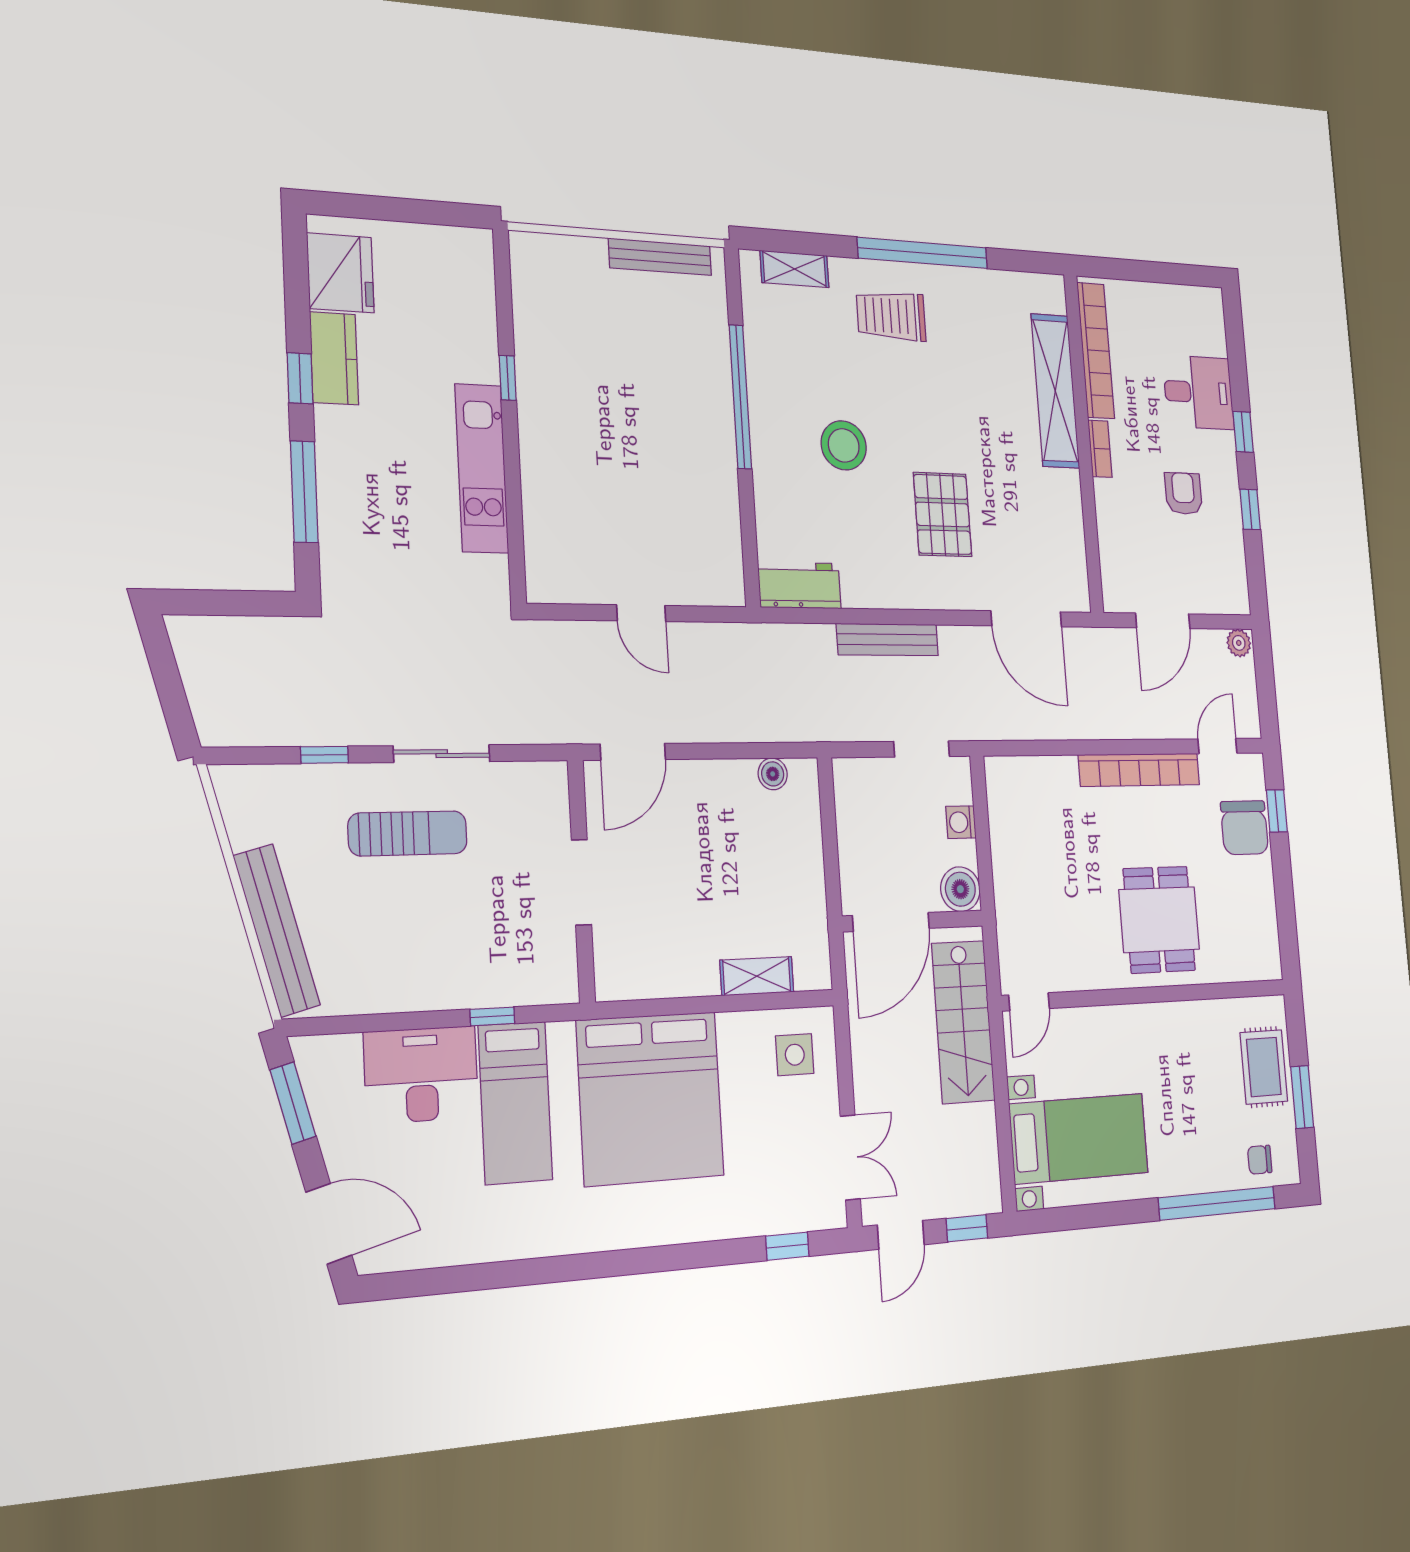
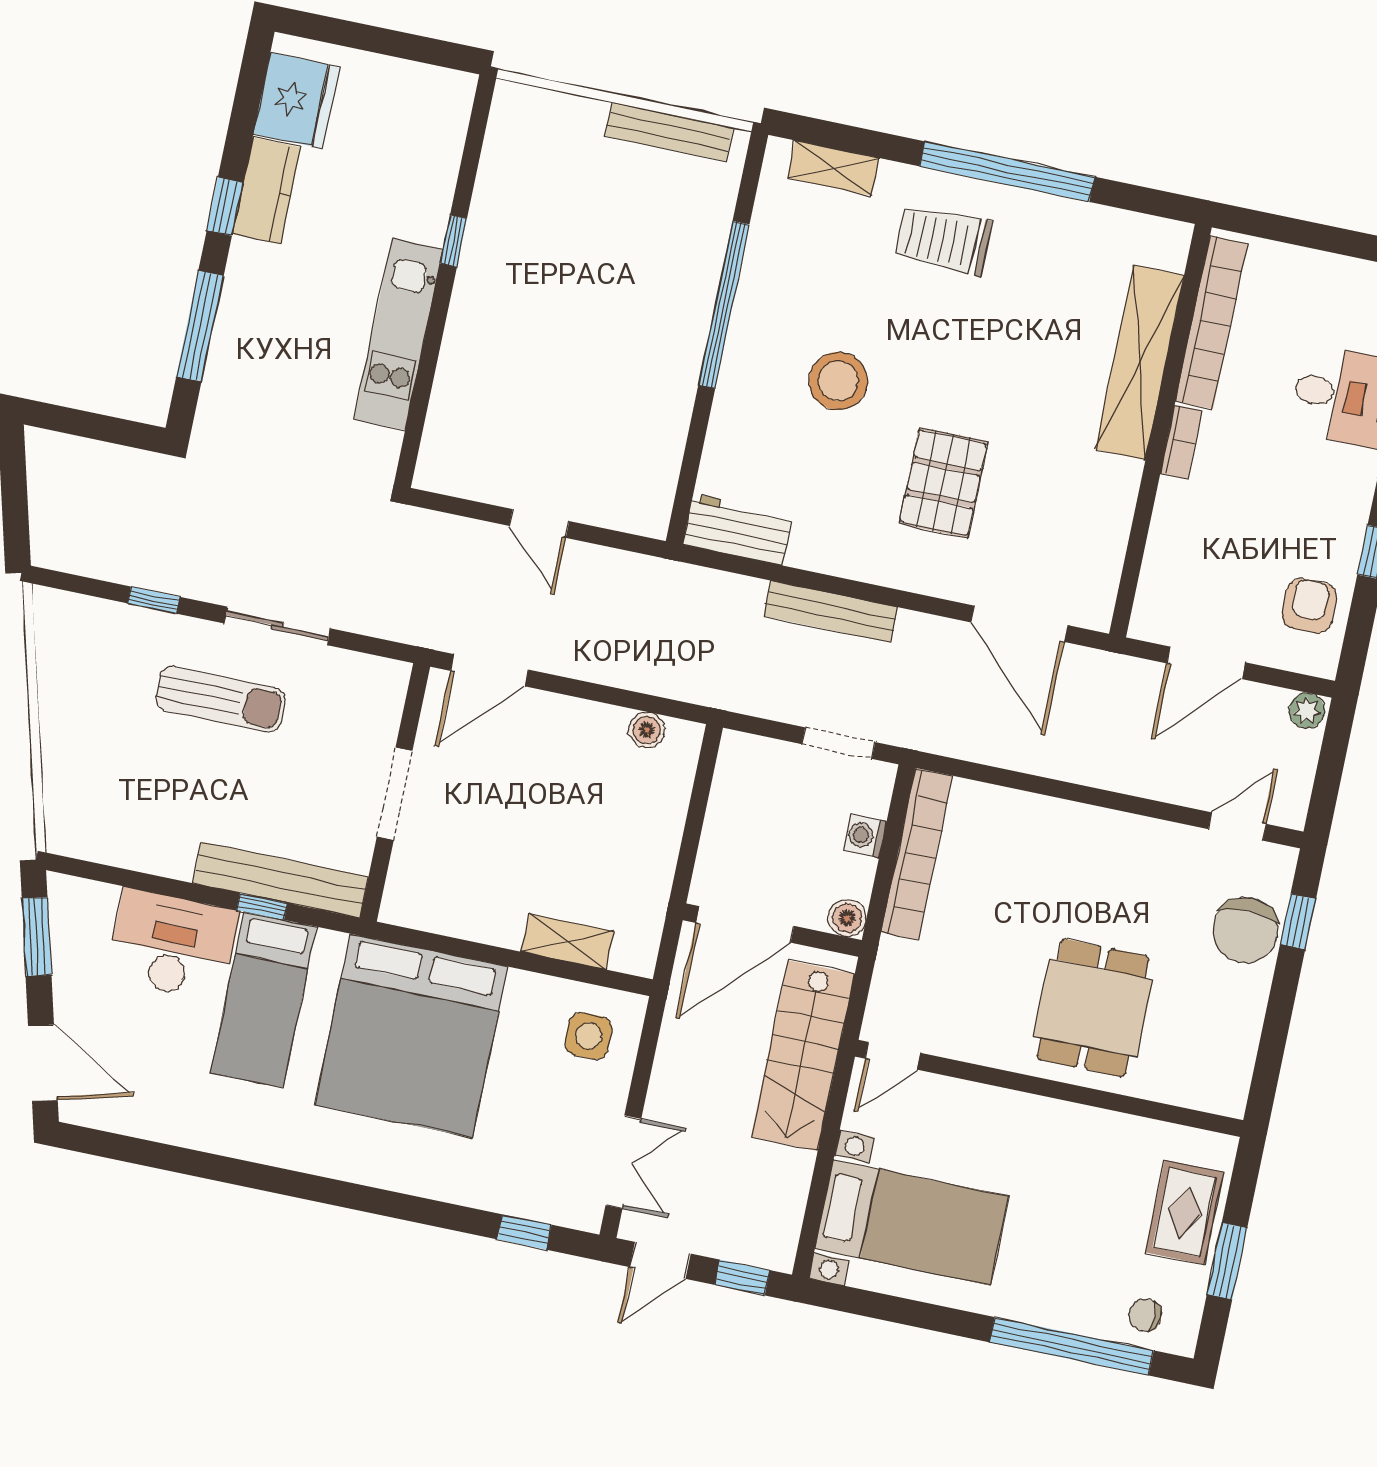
armchair: (1183, 493) -> (1309, 606), moved
bookcase: (1139, 770) -> (917, 854), moved, turned -90
boiler: (960, 889) -> (847, 918), width x0.73, depth x0.73
bench: (277, 930) -> (281, 880), moved, turned -75

